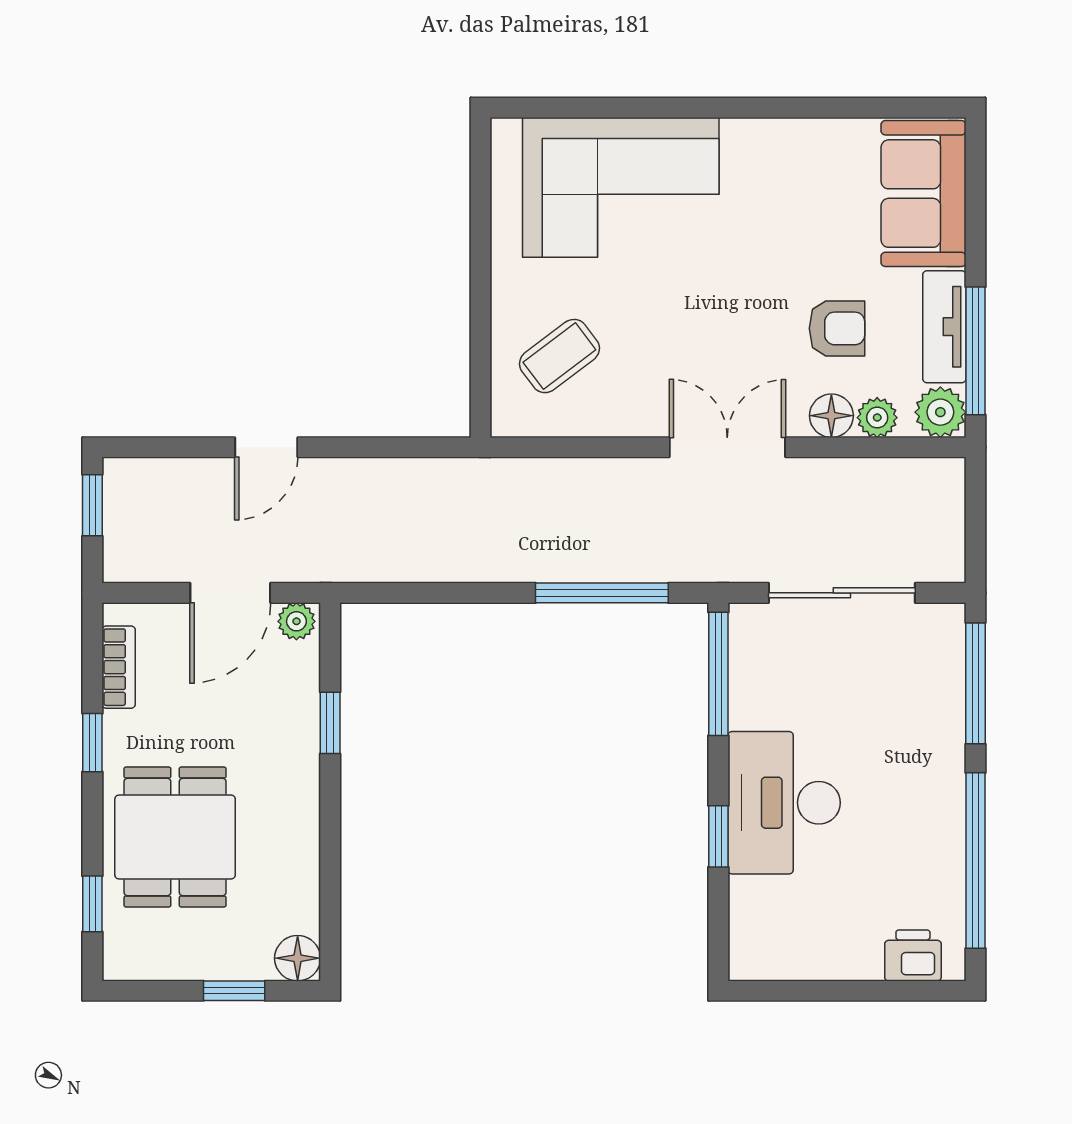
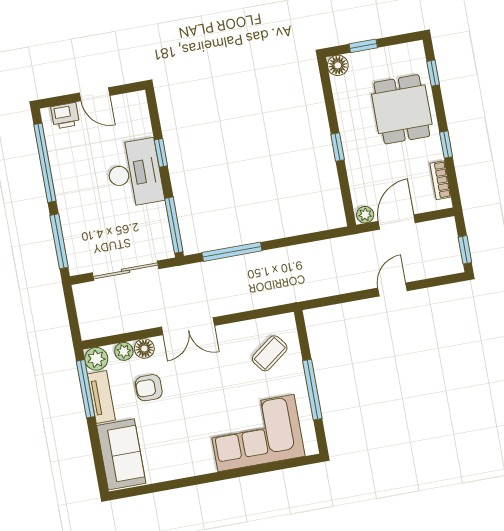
window: (481, 260) -> (312, 390), added
window: (330, 723) -> (338, 147), moved
door: (840, 991) -> (95, 94), added

